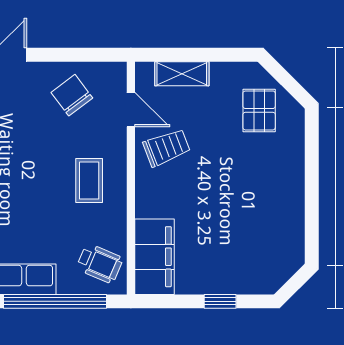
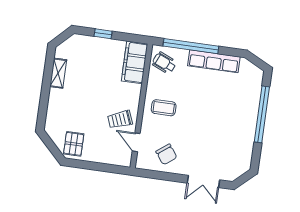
shelving: (182, 74) -> (58, 73), moved, turned 90
pallet: (259, 110) -> (74, 144), moved
coffee table: (89, 181) -> (164, 108), turned 90

